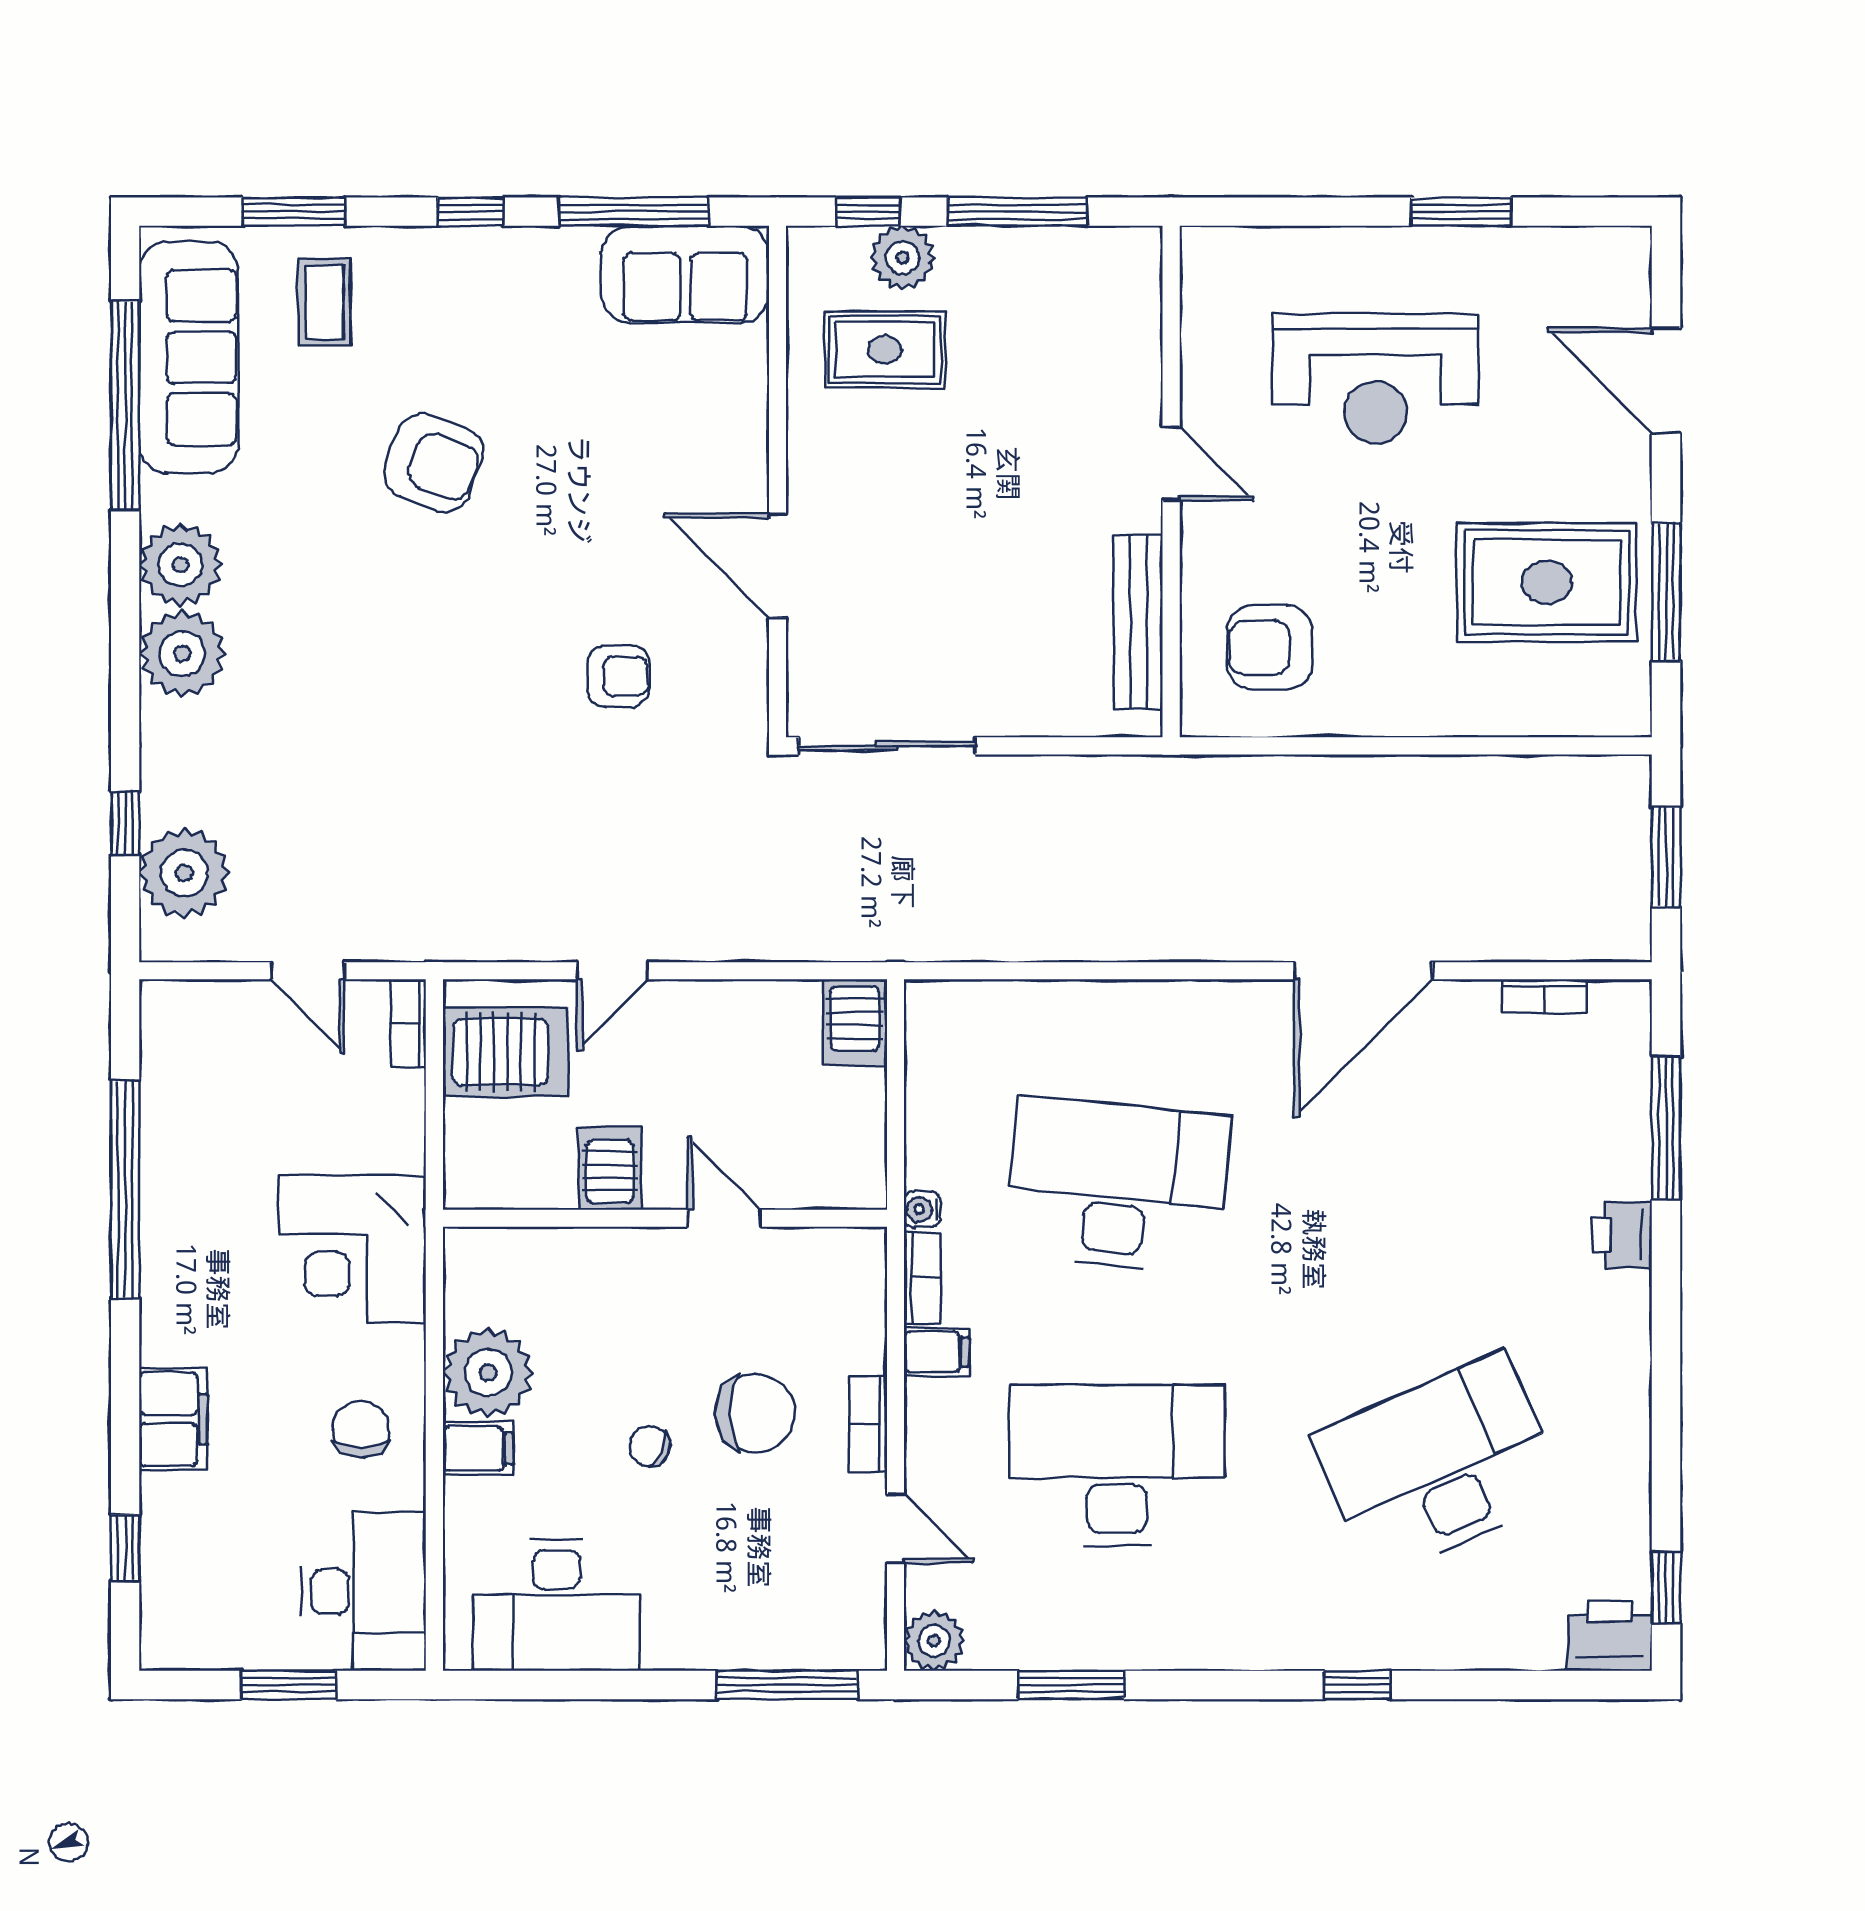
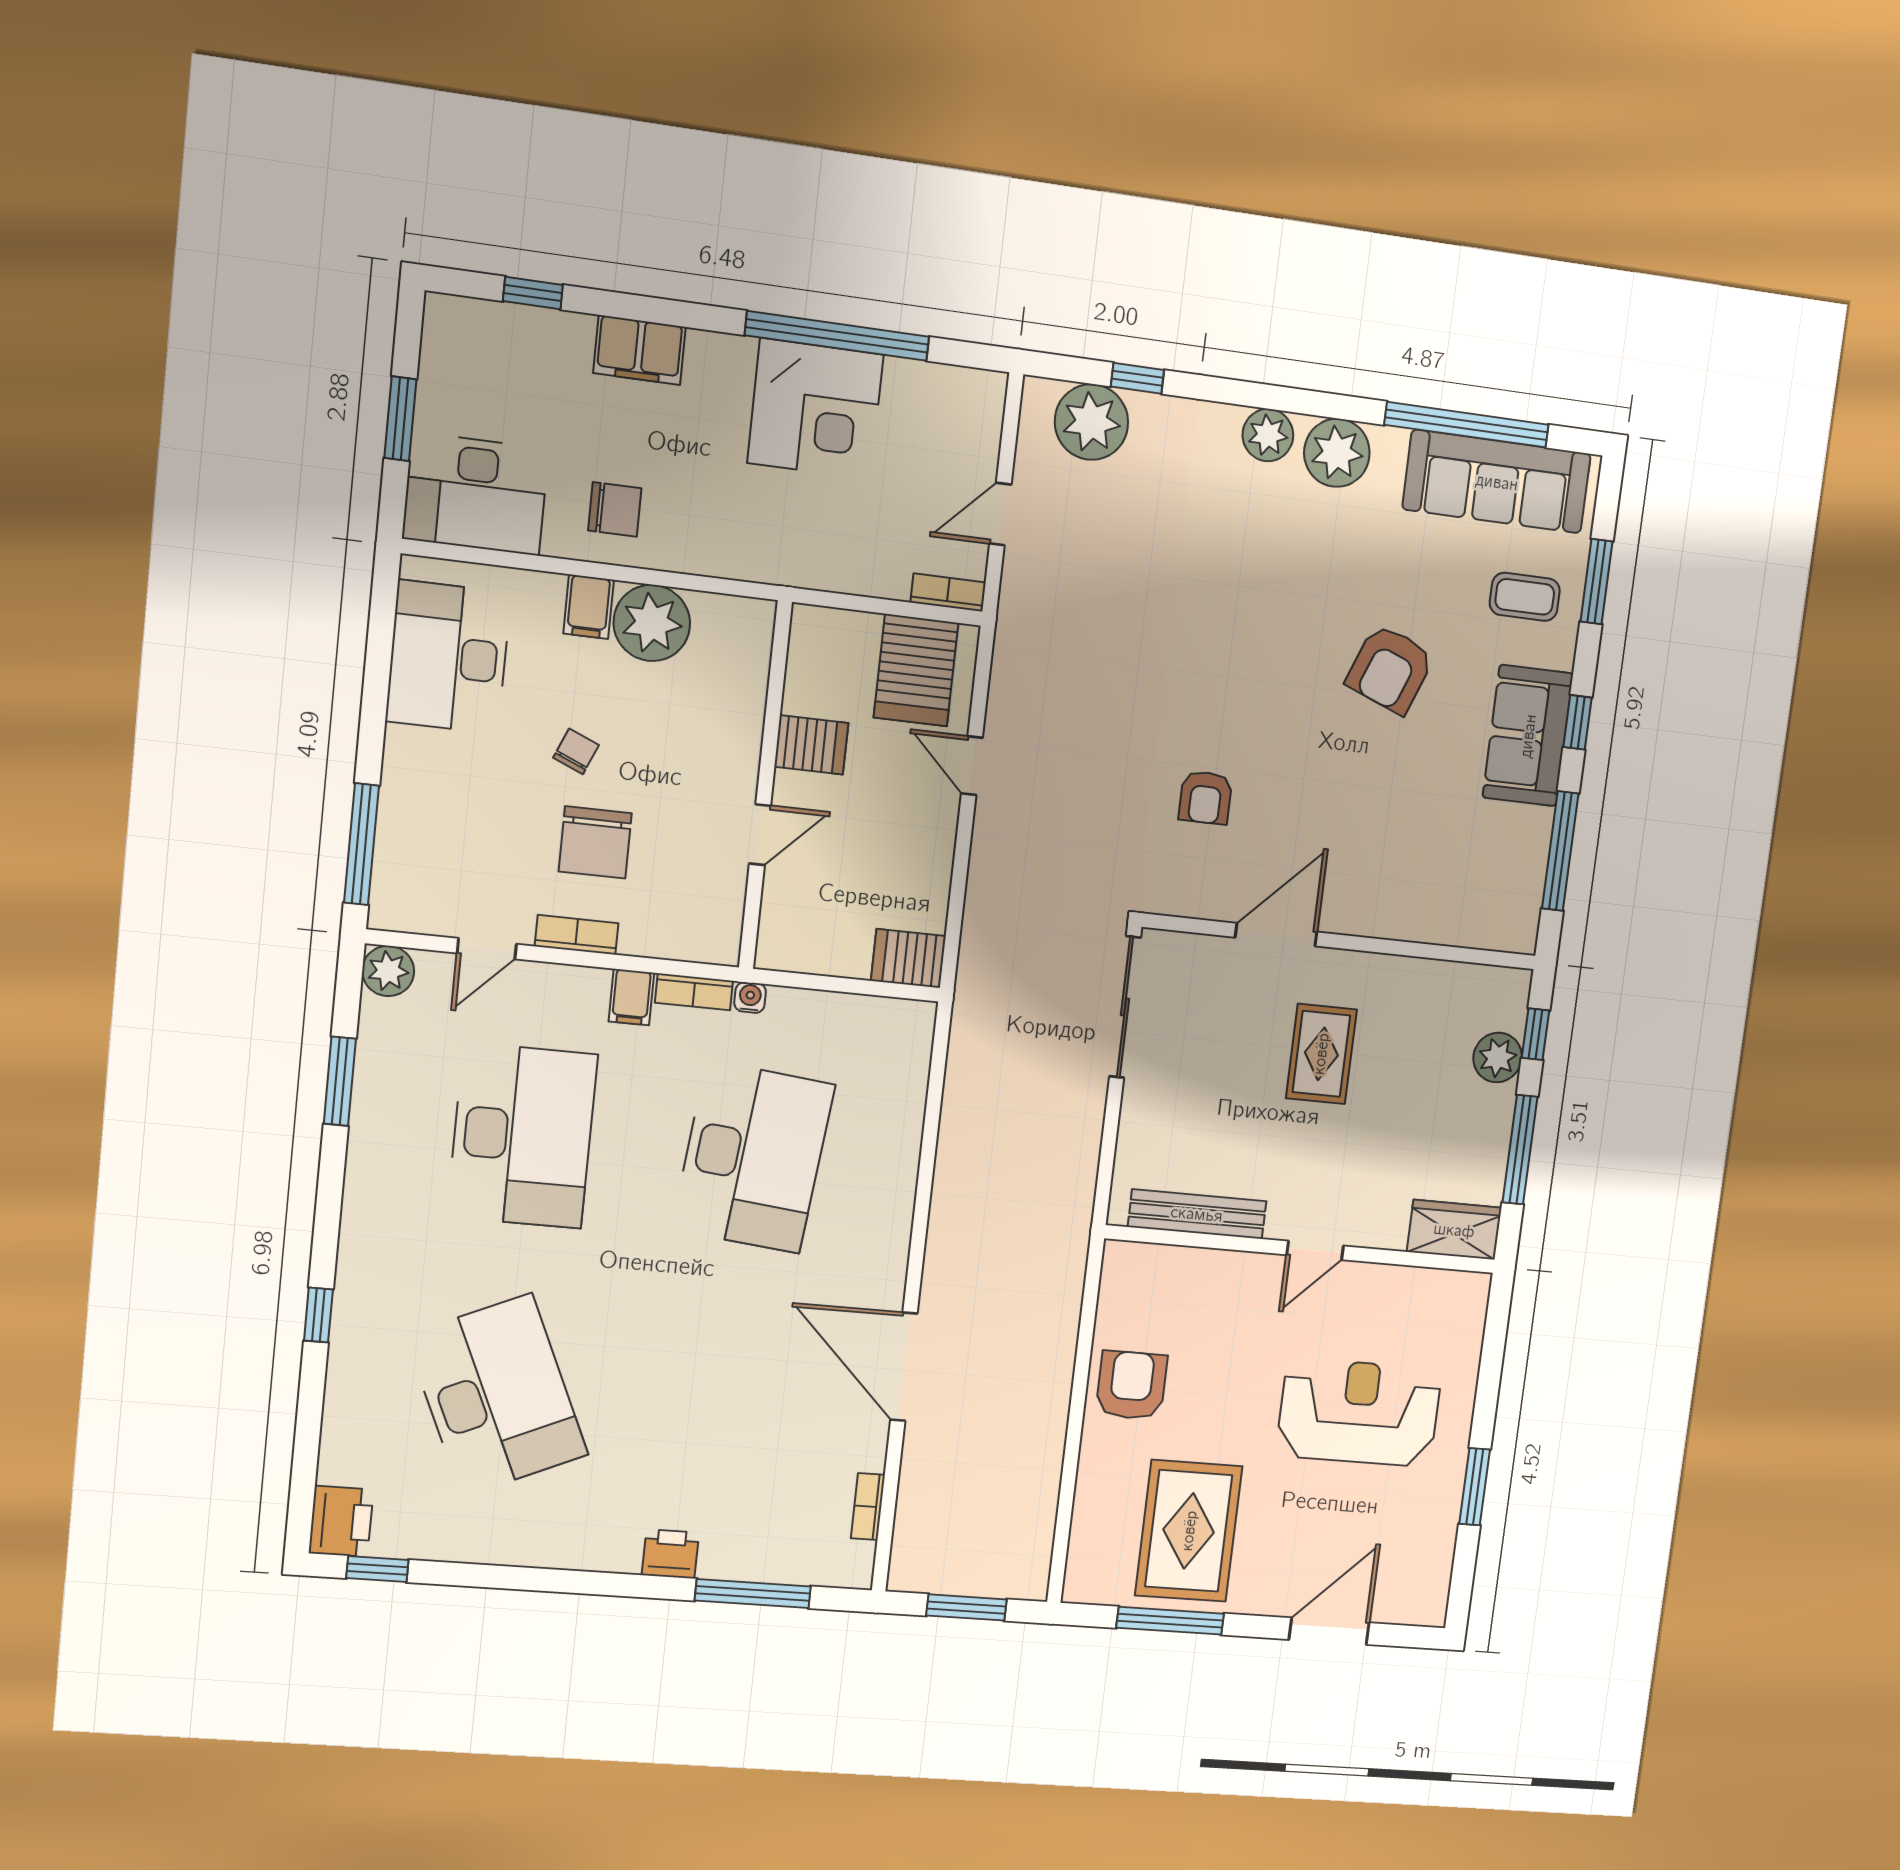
sofa: (685, 274) -> (1528, 736), moved
wardrobe: (1128, 285) -> (1454, 1230), added
rug: (885, 350) -> (1321, 1054), moved
reception desk: (1376, 379) -> (1359, 1412), turned 90
armchair: (1269, 648) -> (1131, 1385), moved
plant: (182, 654) -> (1268, 435), width x0.73, depth x0.73
corner desk: (352, 1249) -> (815, 409), moved, turned 180

